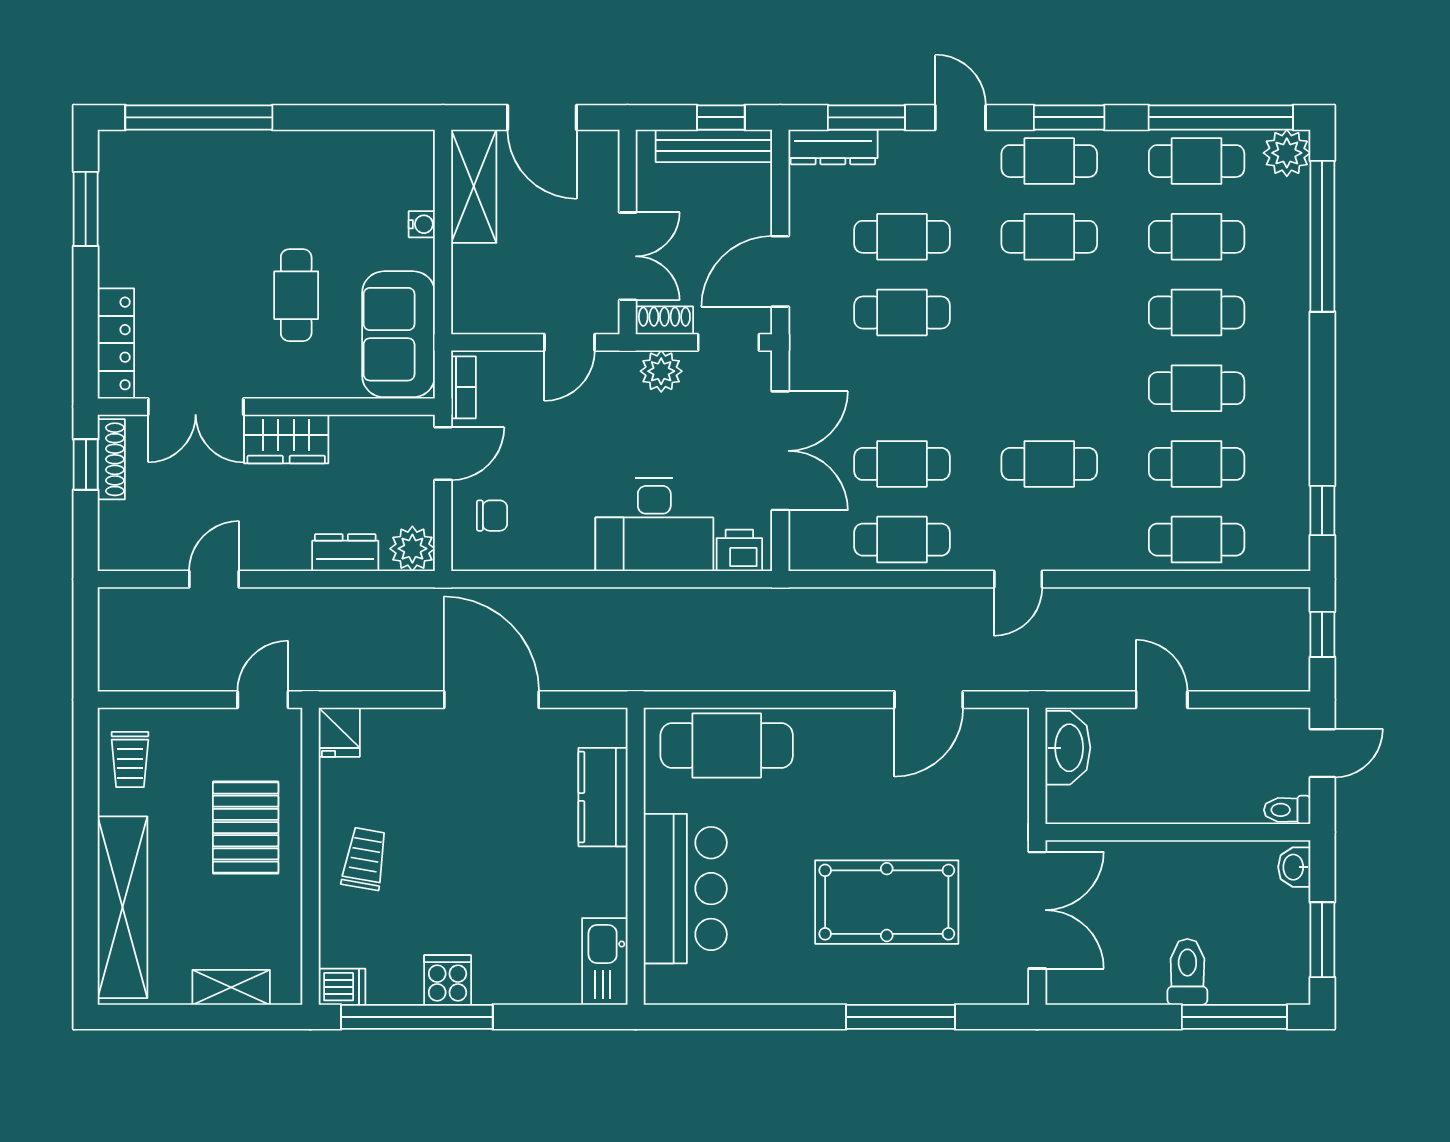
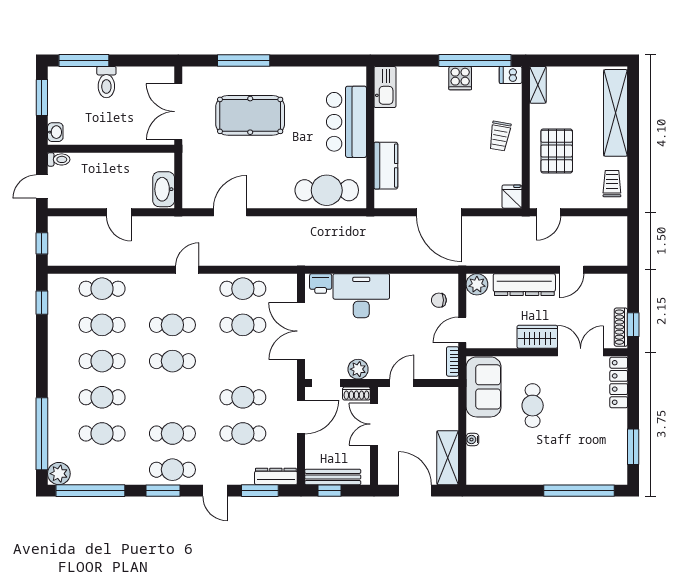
cafe table: (1197, 161) -> (172, 361), moved
dresser: (345, 553) -> (524, 285), width x1.96, depth x1.24
shelving: (231, 987) -> (538, 85), moved, turned 90

